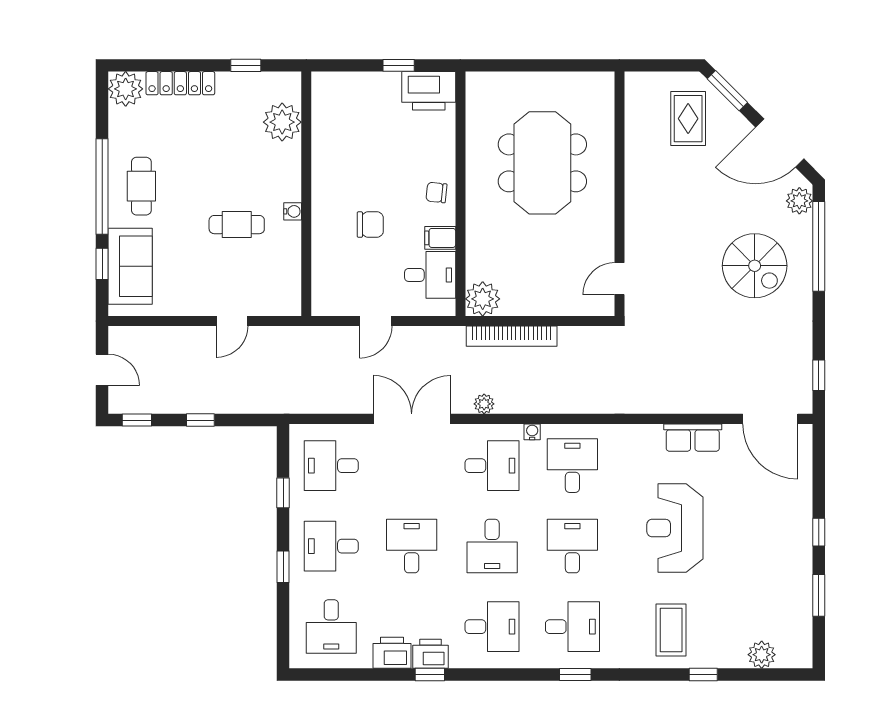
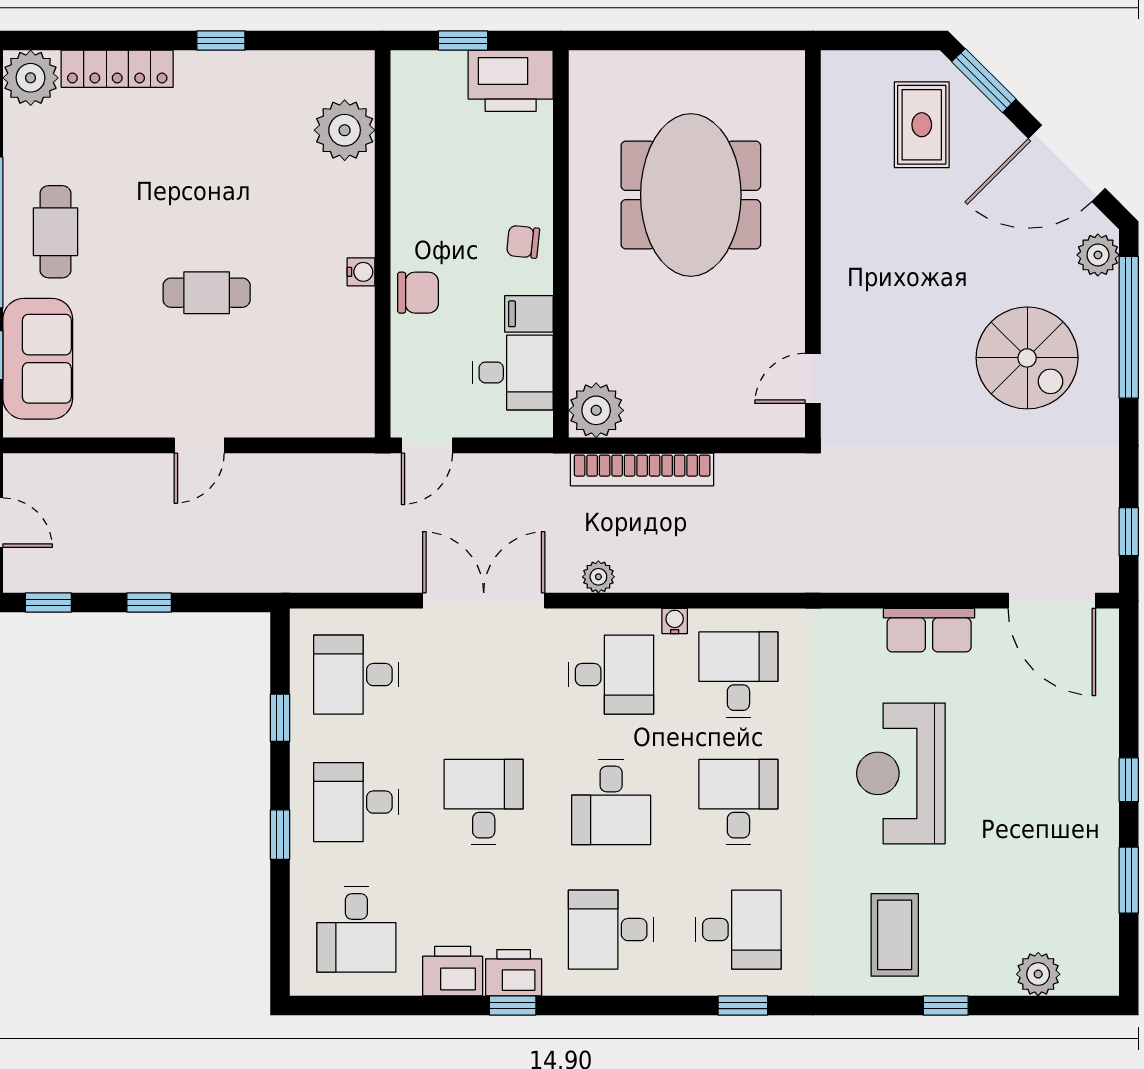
plant: (282, 122) -> (345, 130), moved
wall: (306, 194) -> (383, 244), moved
water cooler: (293, 211) -> (361, 272), moved
desk: (492, 627) -> (611, 930), turned 180

